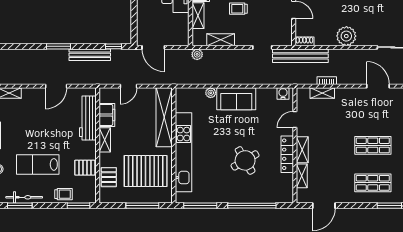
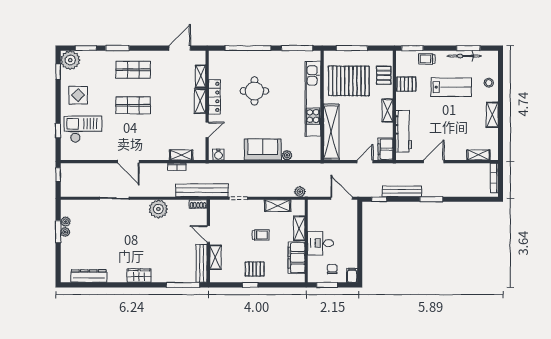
filing cabinet: (107, 115) -> (385, 149), moved
round table: (245, 160) -> (254, 91), turned 30

